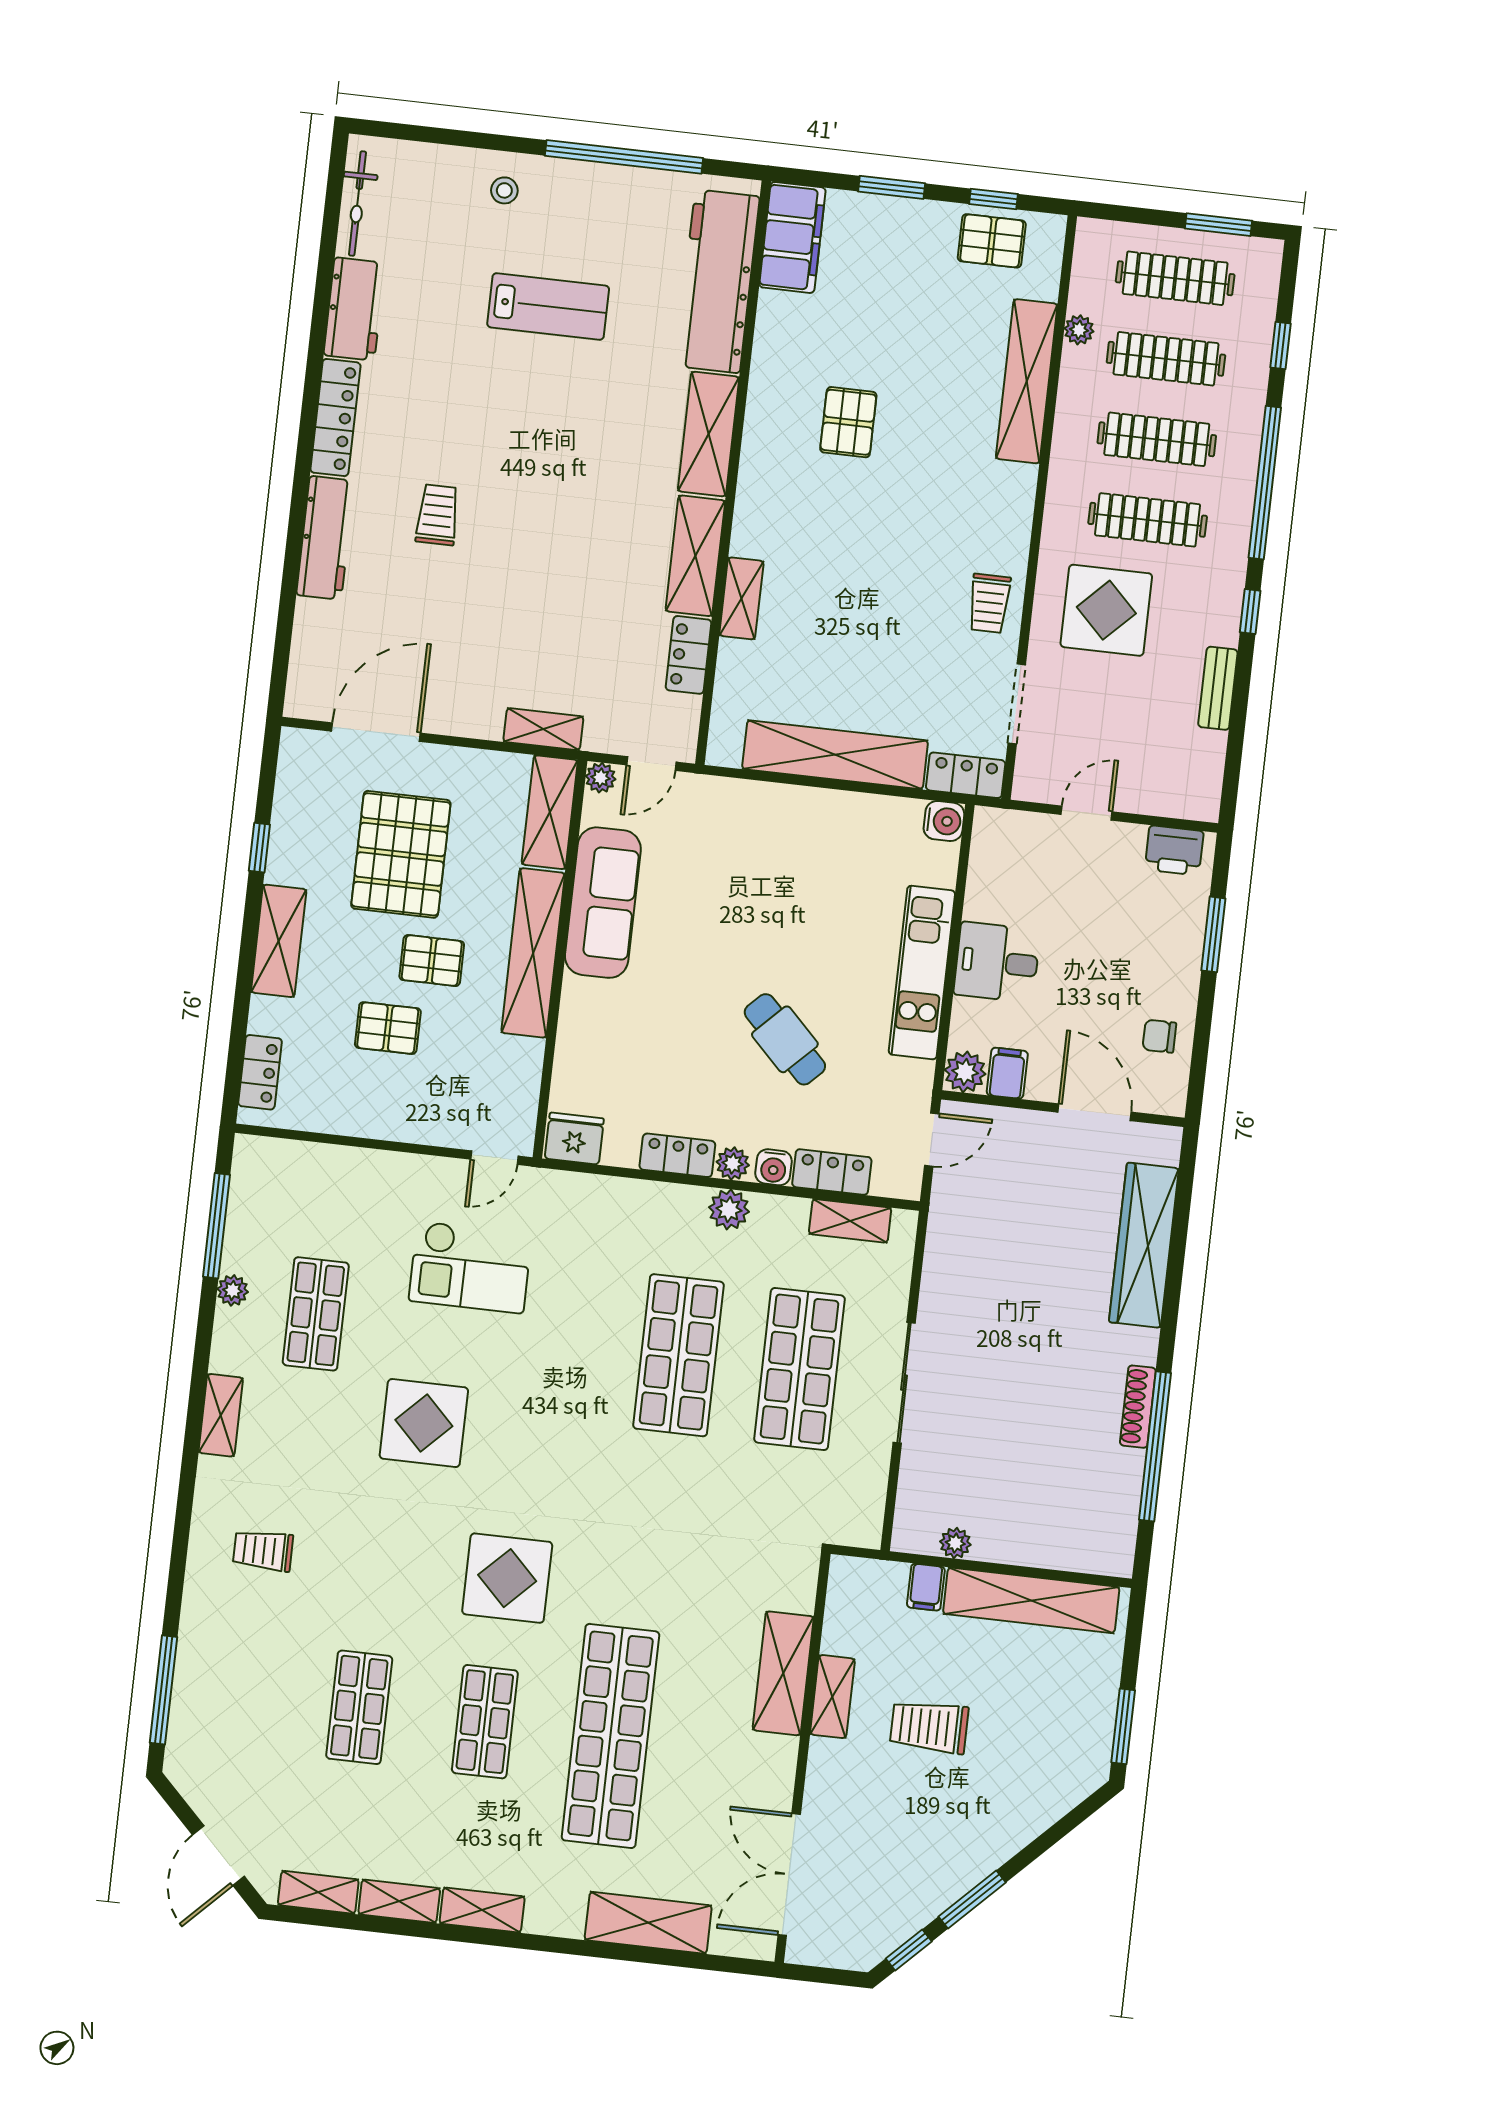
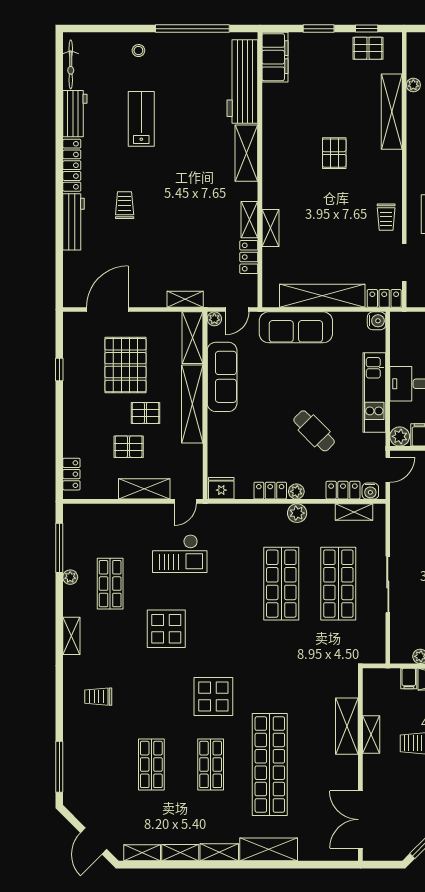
lab bench: (548, 306) -> (141, 119), moved, turned -90
pallet: (848, 422) -> (334, 153), moved
shelving: (695, 556) -> (249, 220), width x0.67, depth x0.75
sofa: (771, 815) -> (296, 327), added
shelving: (279, 941) -> (144, 489), moved, turned 90
water cooler: (774, 1167) -> (370, 491), moved
shelving: (648, 1923) -> (269, 849), moved

